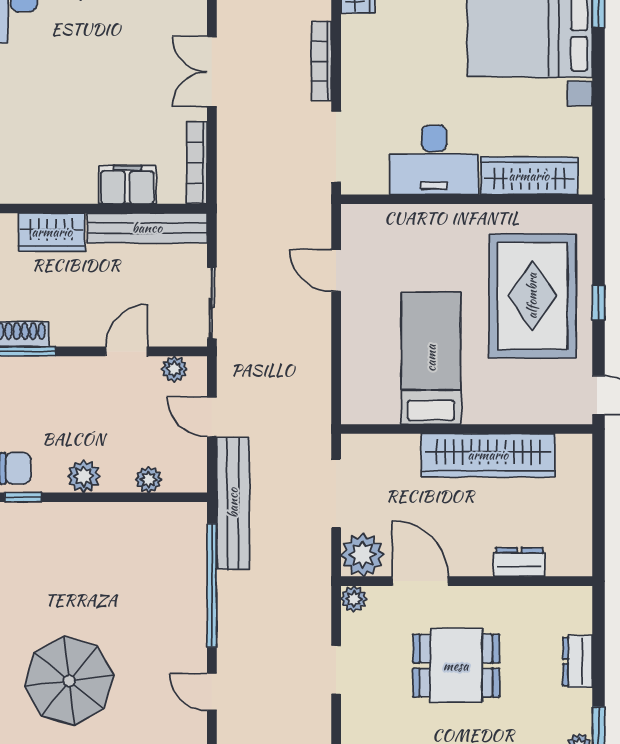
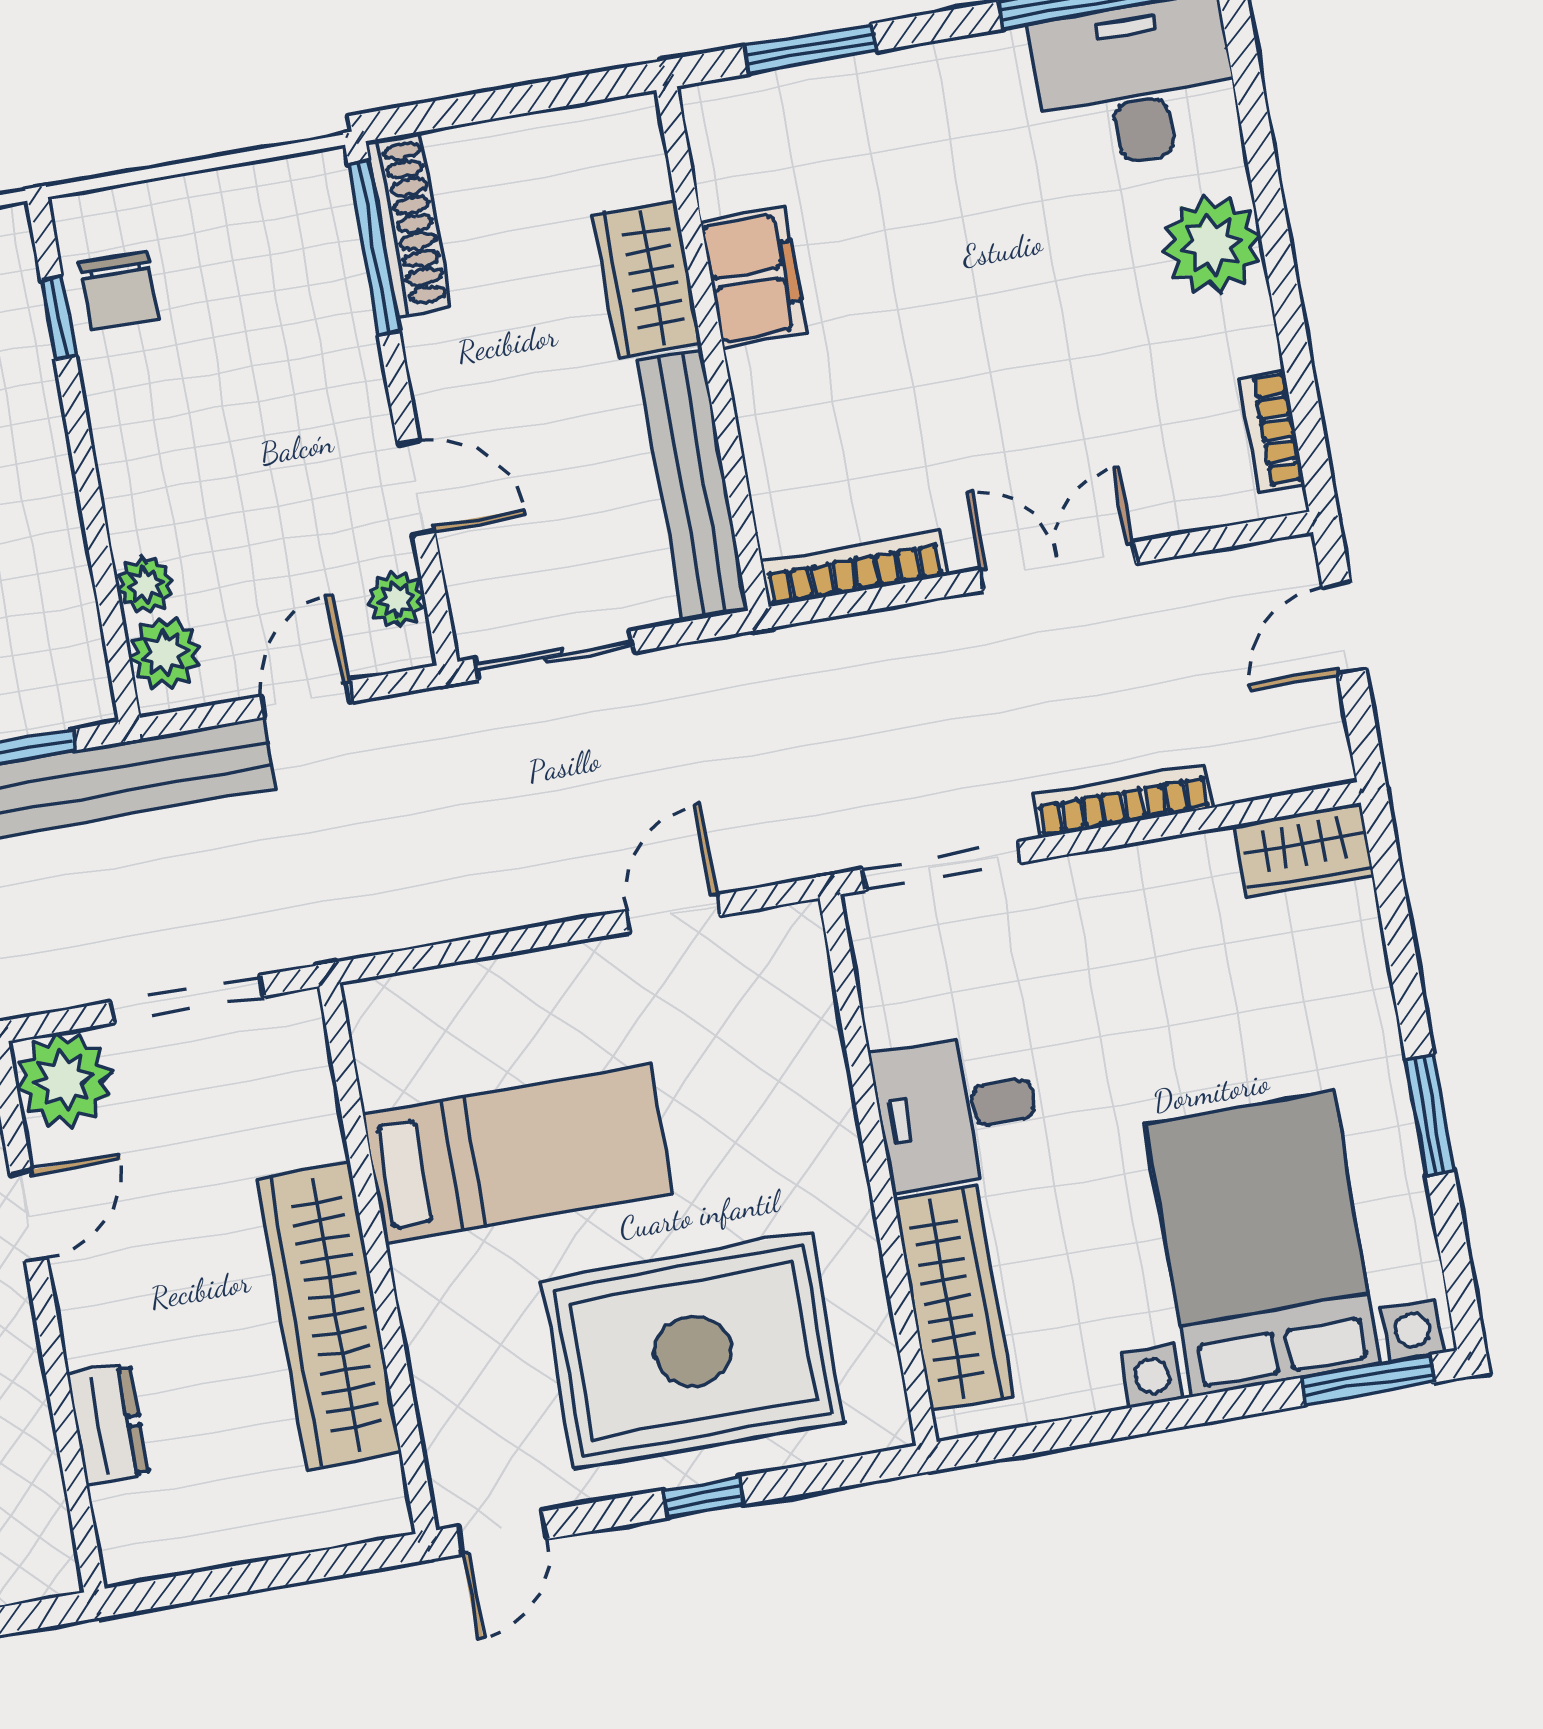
desk: (434, 160) -> (956, 1111), width x0.73
filing cabinet: (127, 185) -> (753, 278), moved
plant: (84, 476) -> (165, 653), moved
door: (420, 581) -> (28, 1216), width x0.73

